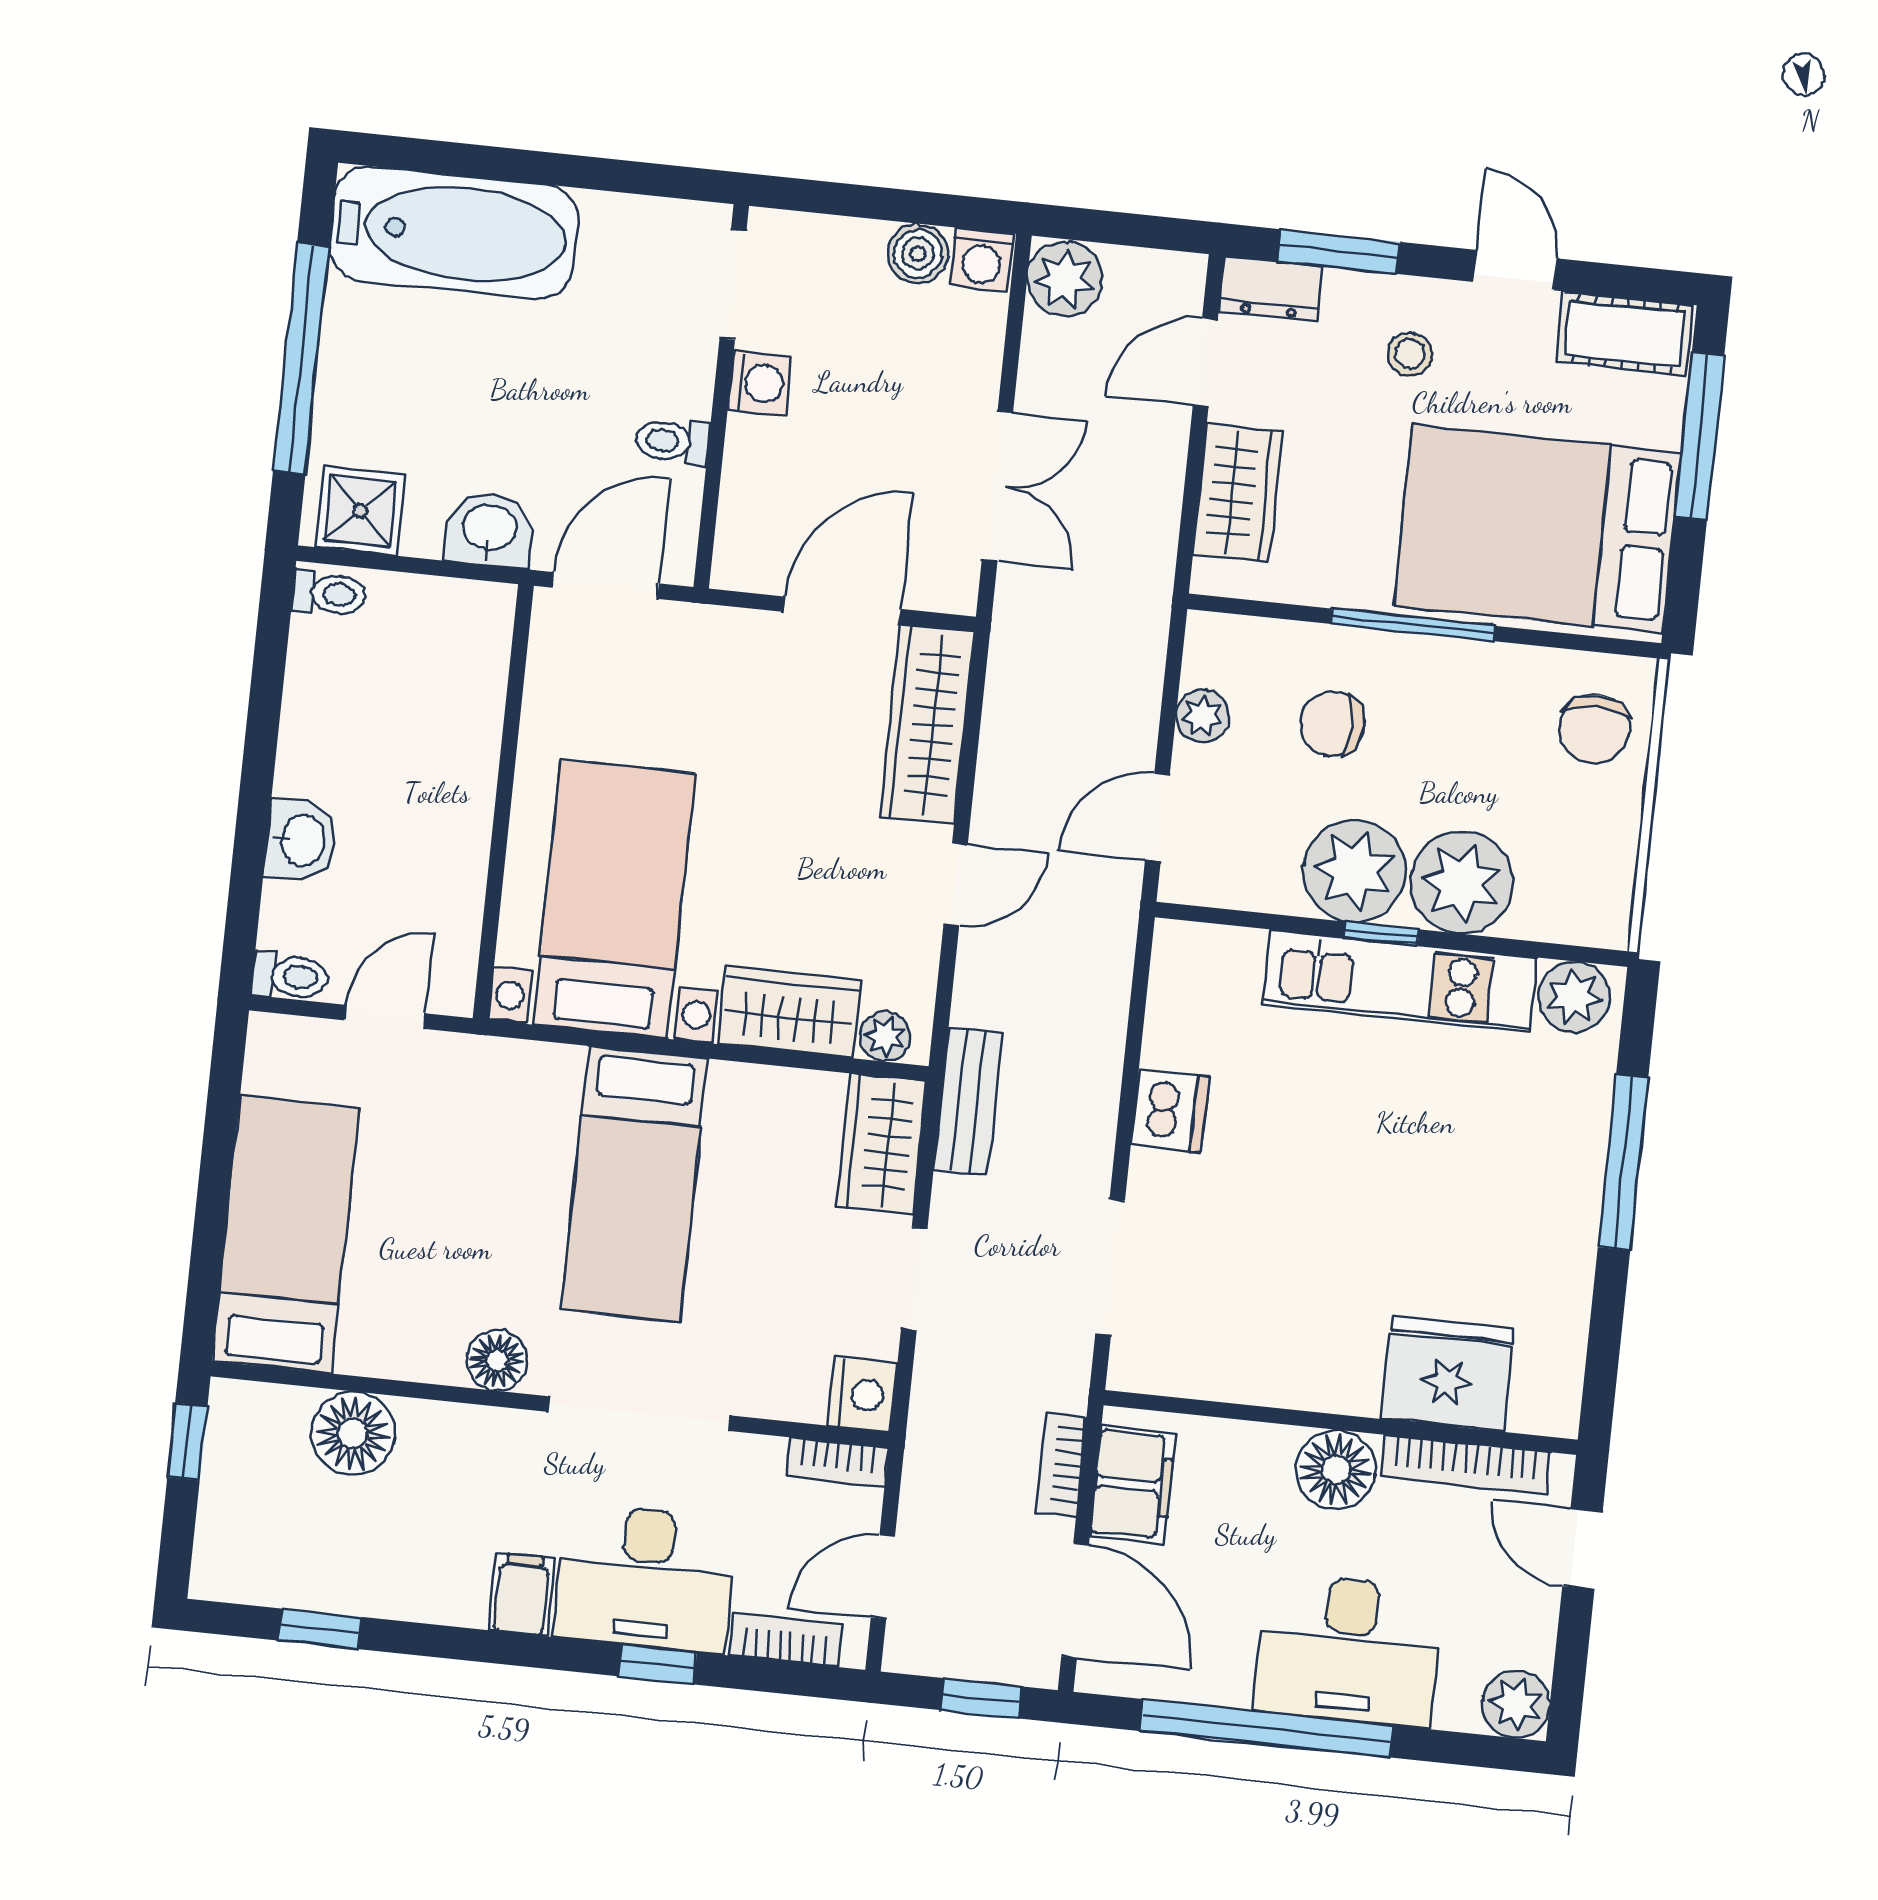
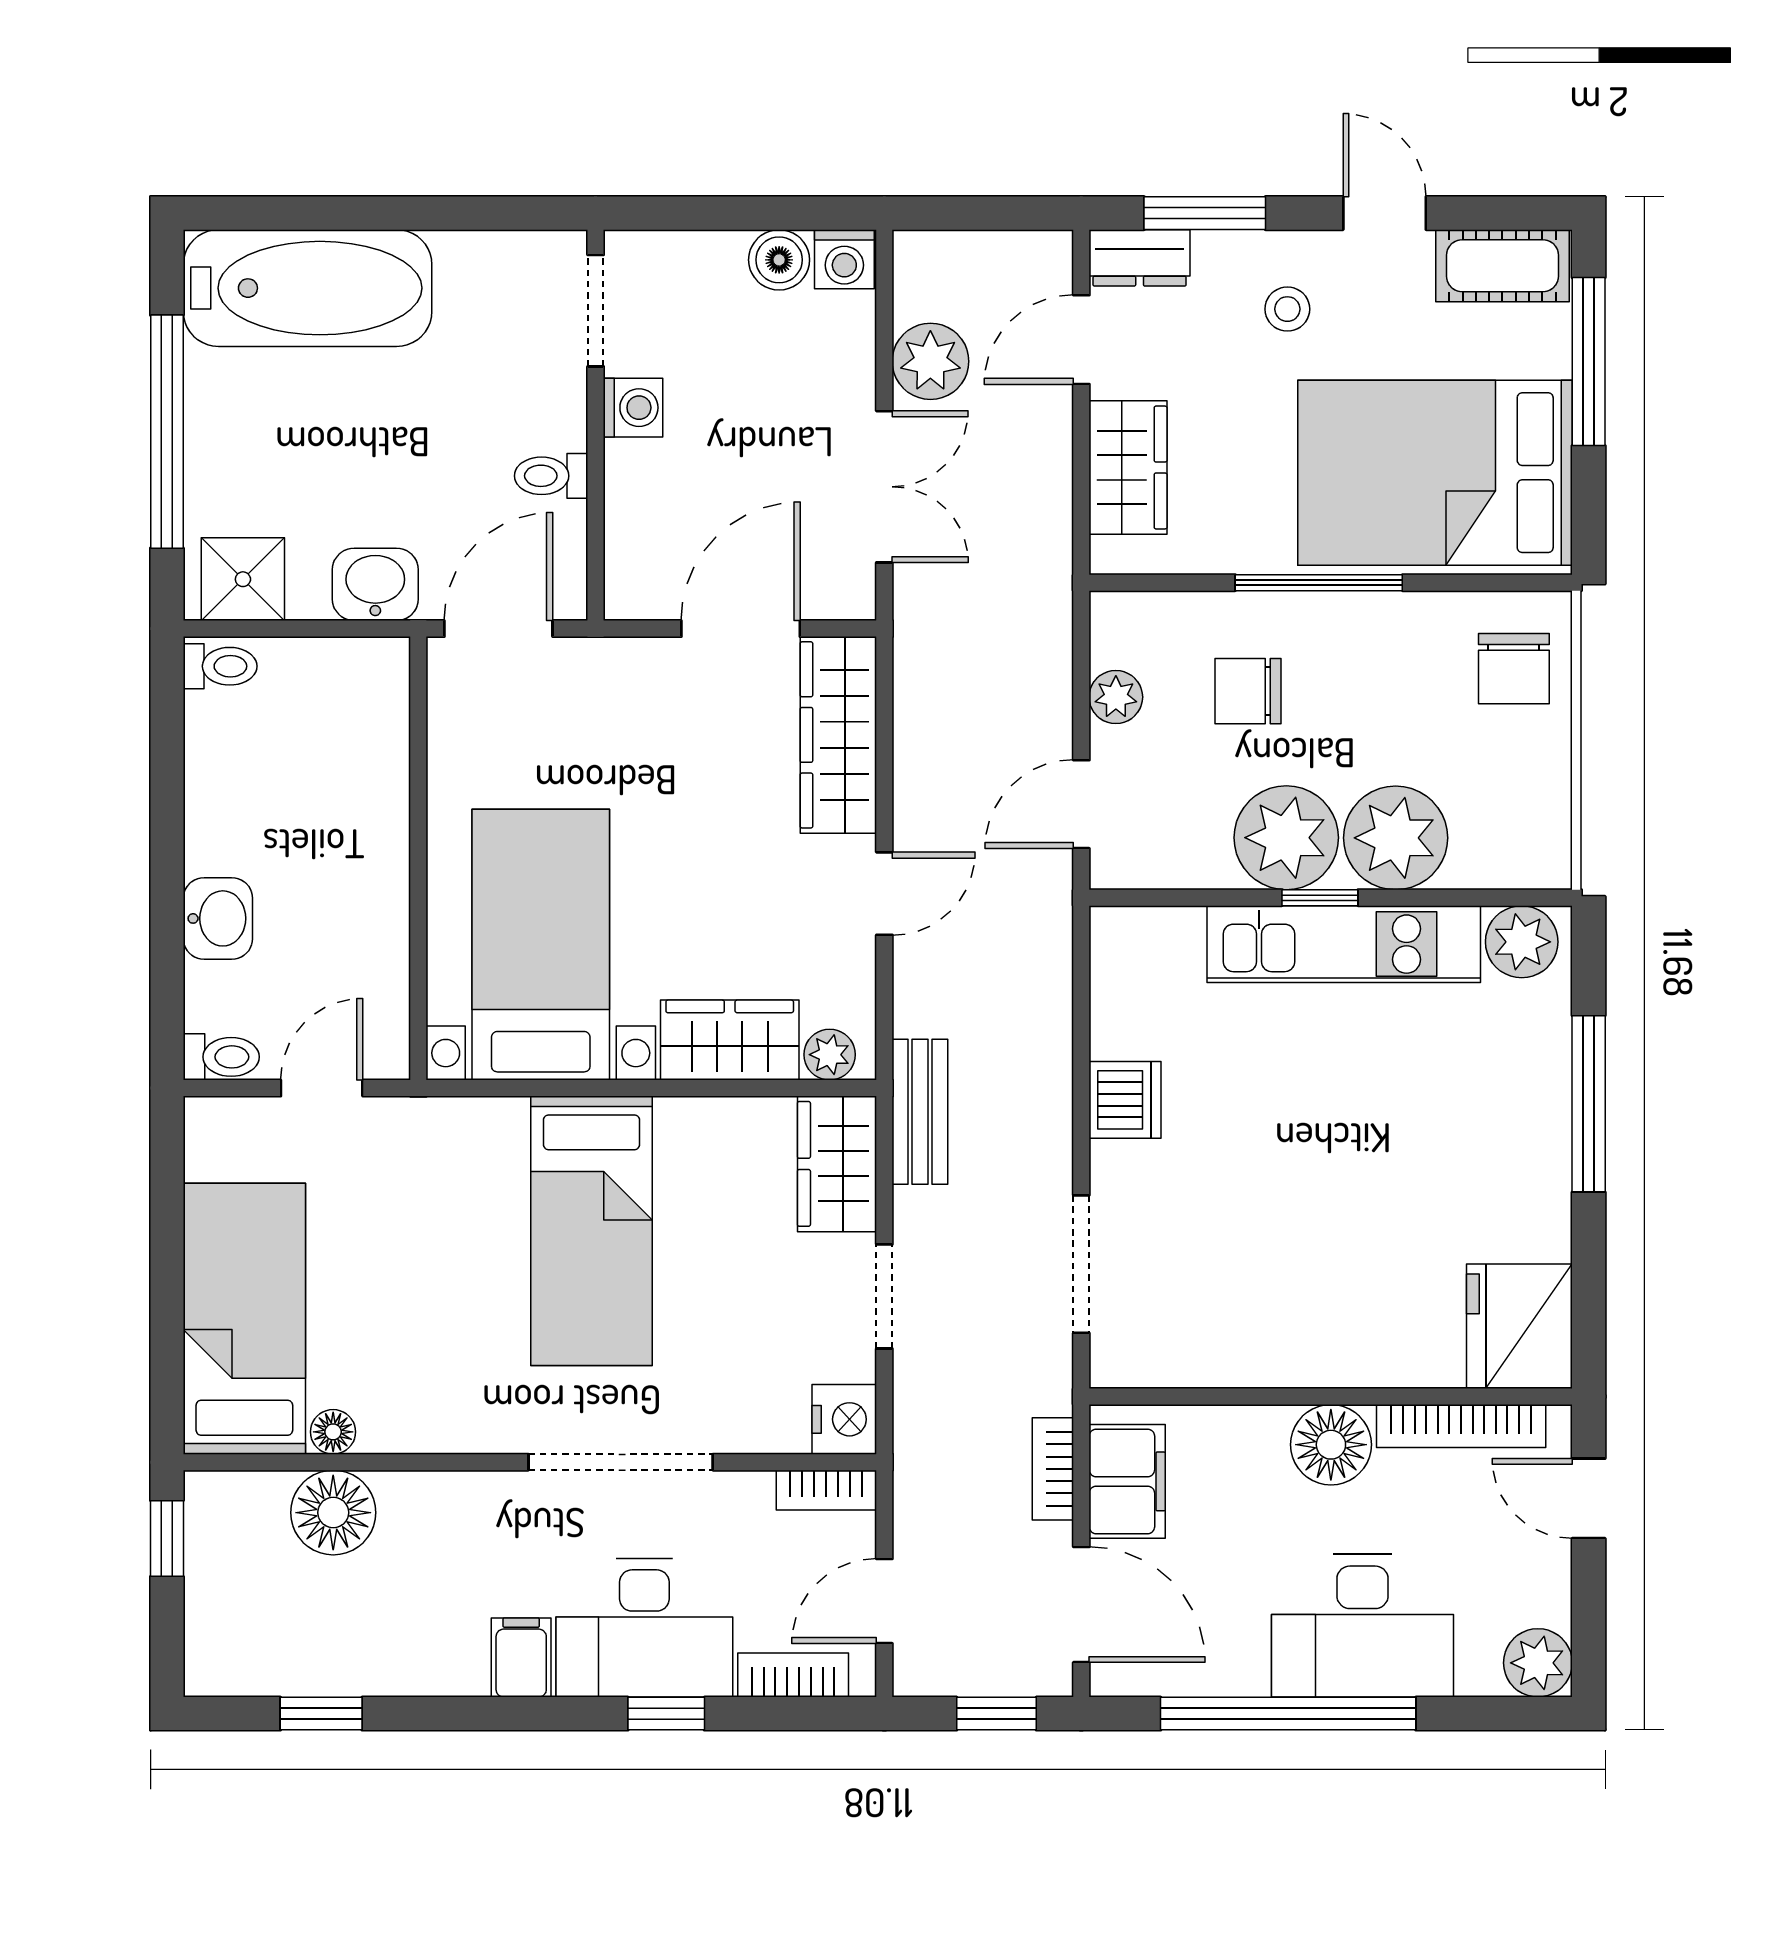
plant: (1065, 279) -> (930, 361), moved
floor lamp: (497, 1360) -> (333, 1432), moved, width x0.73, depth x0.73
fridge: (1448, 1374) -> (1519, 1326), moved, turned -90

